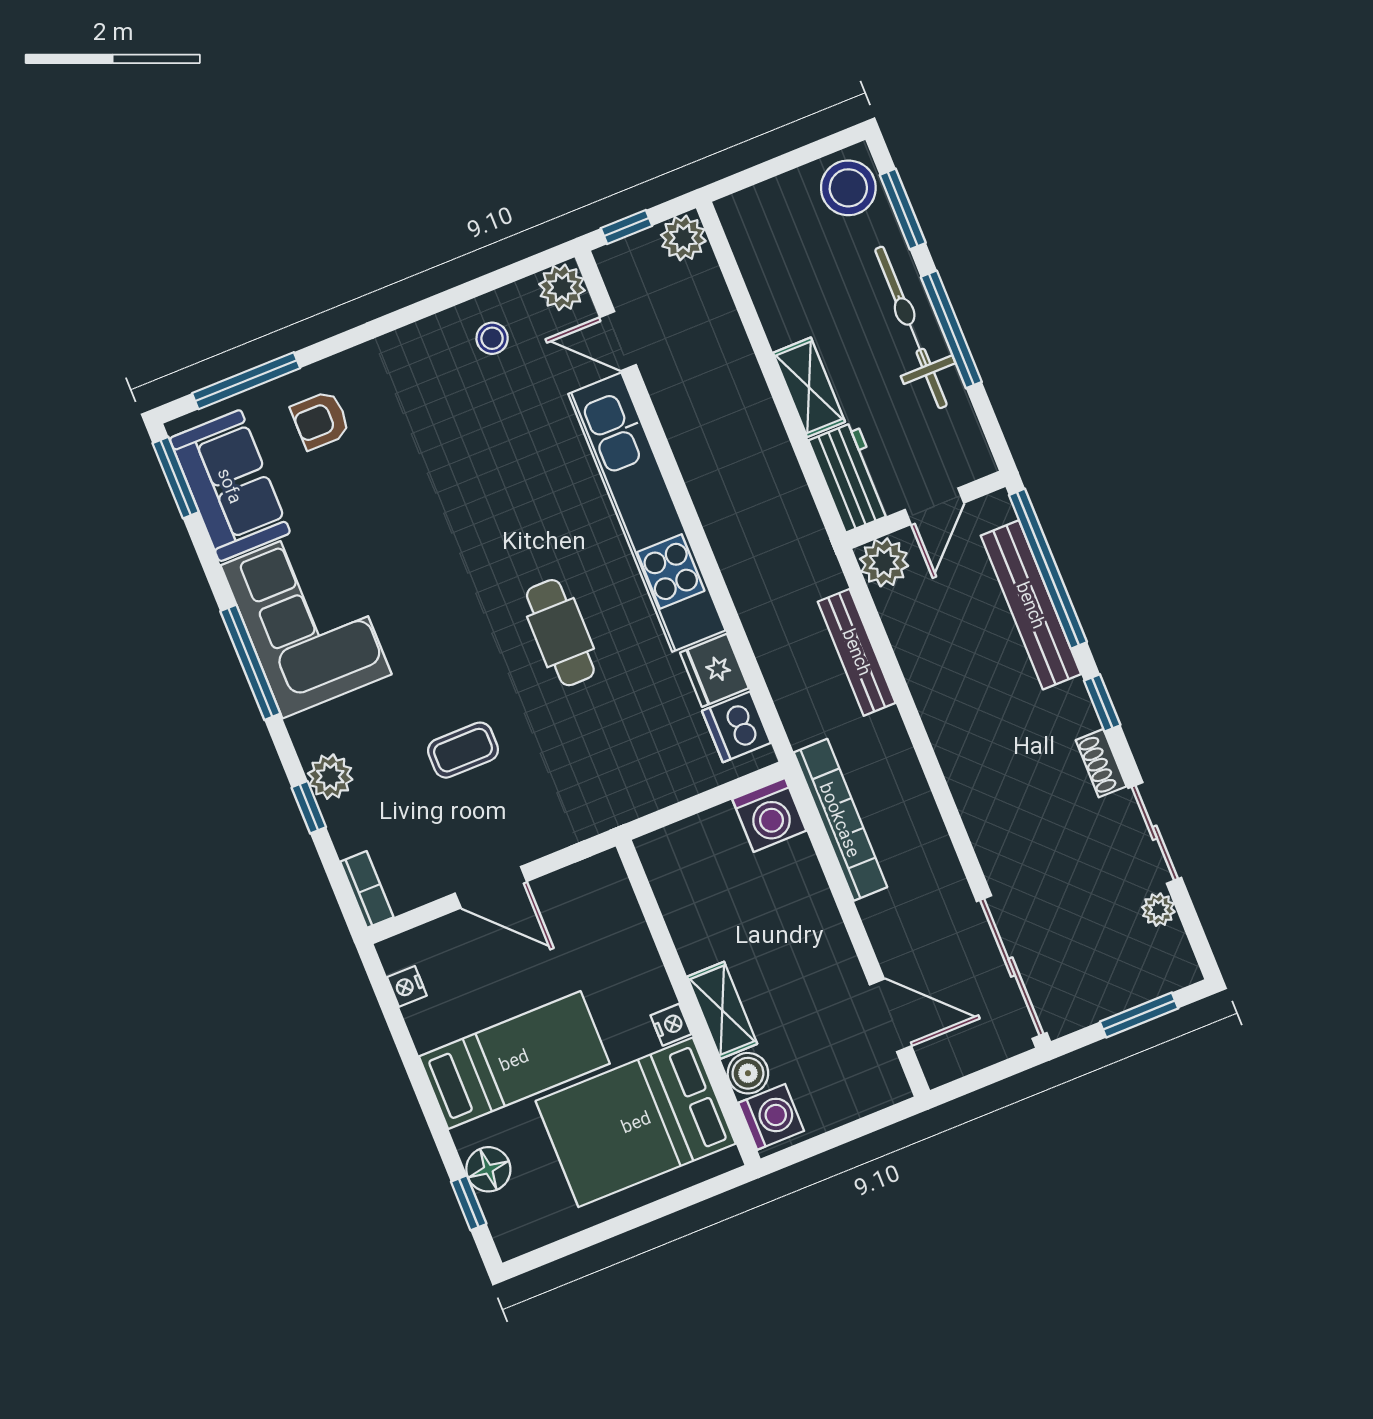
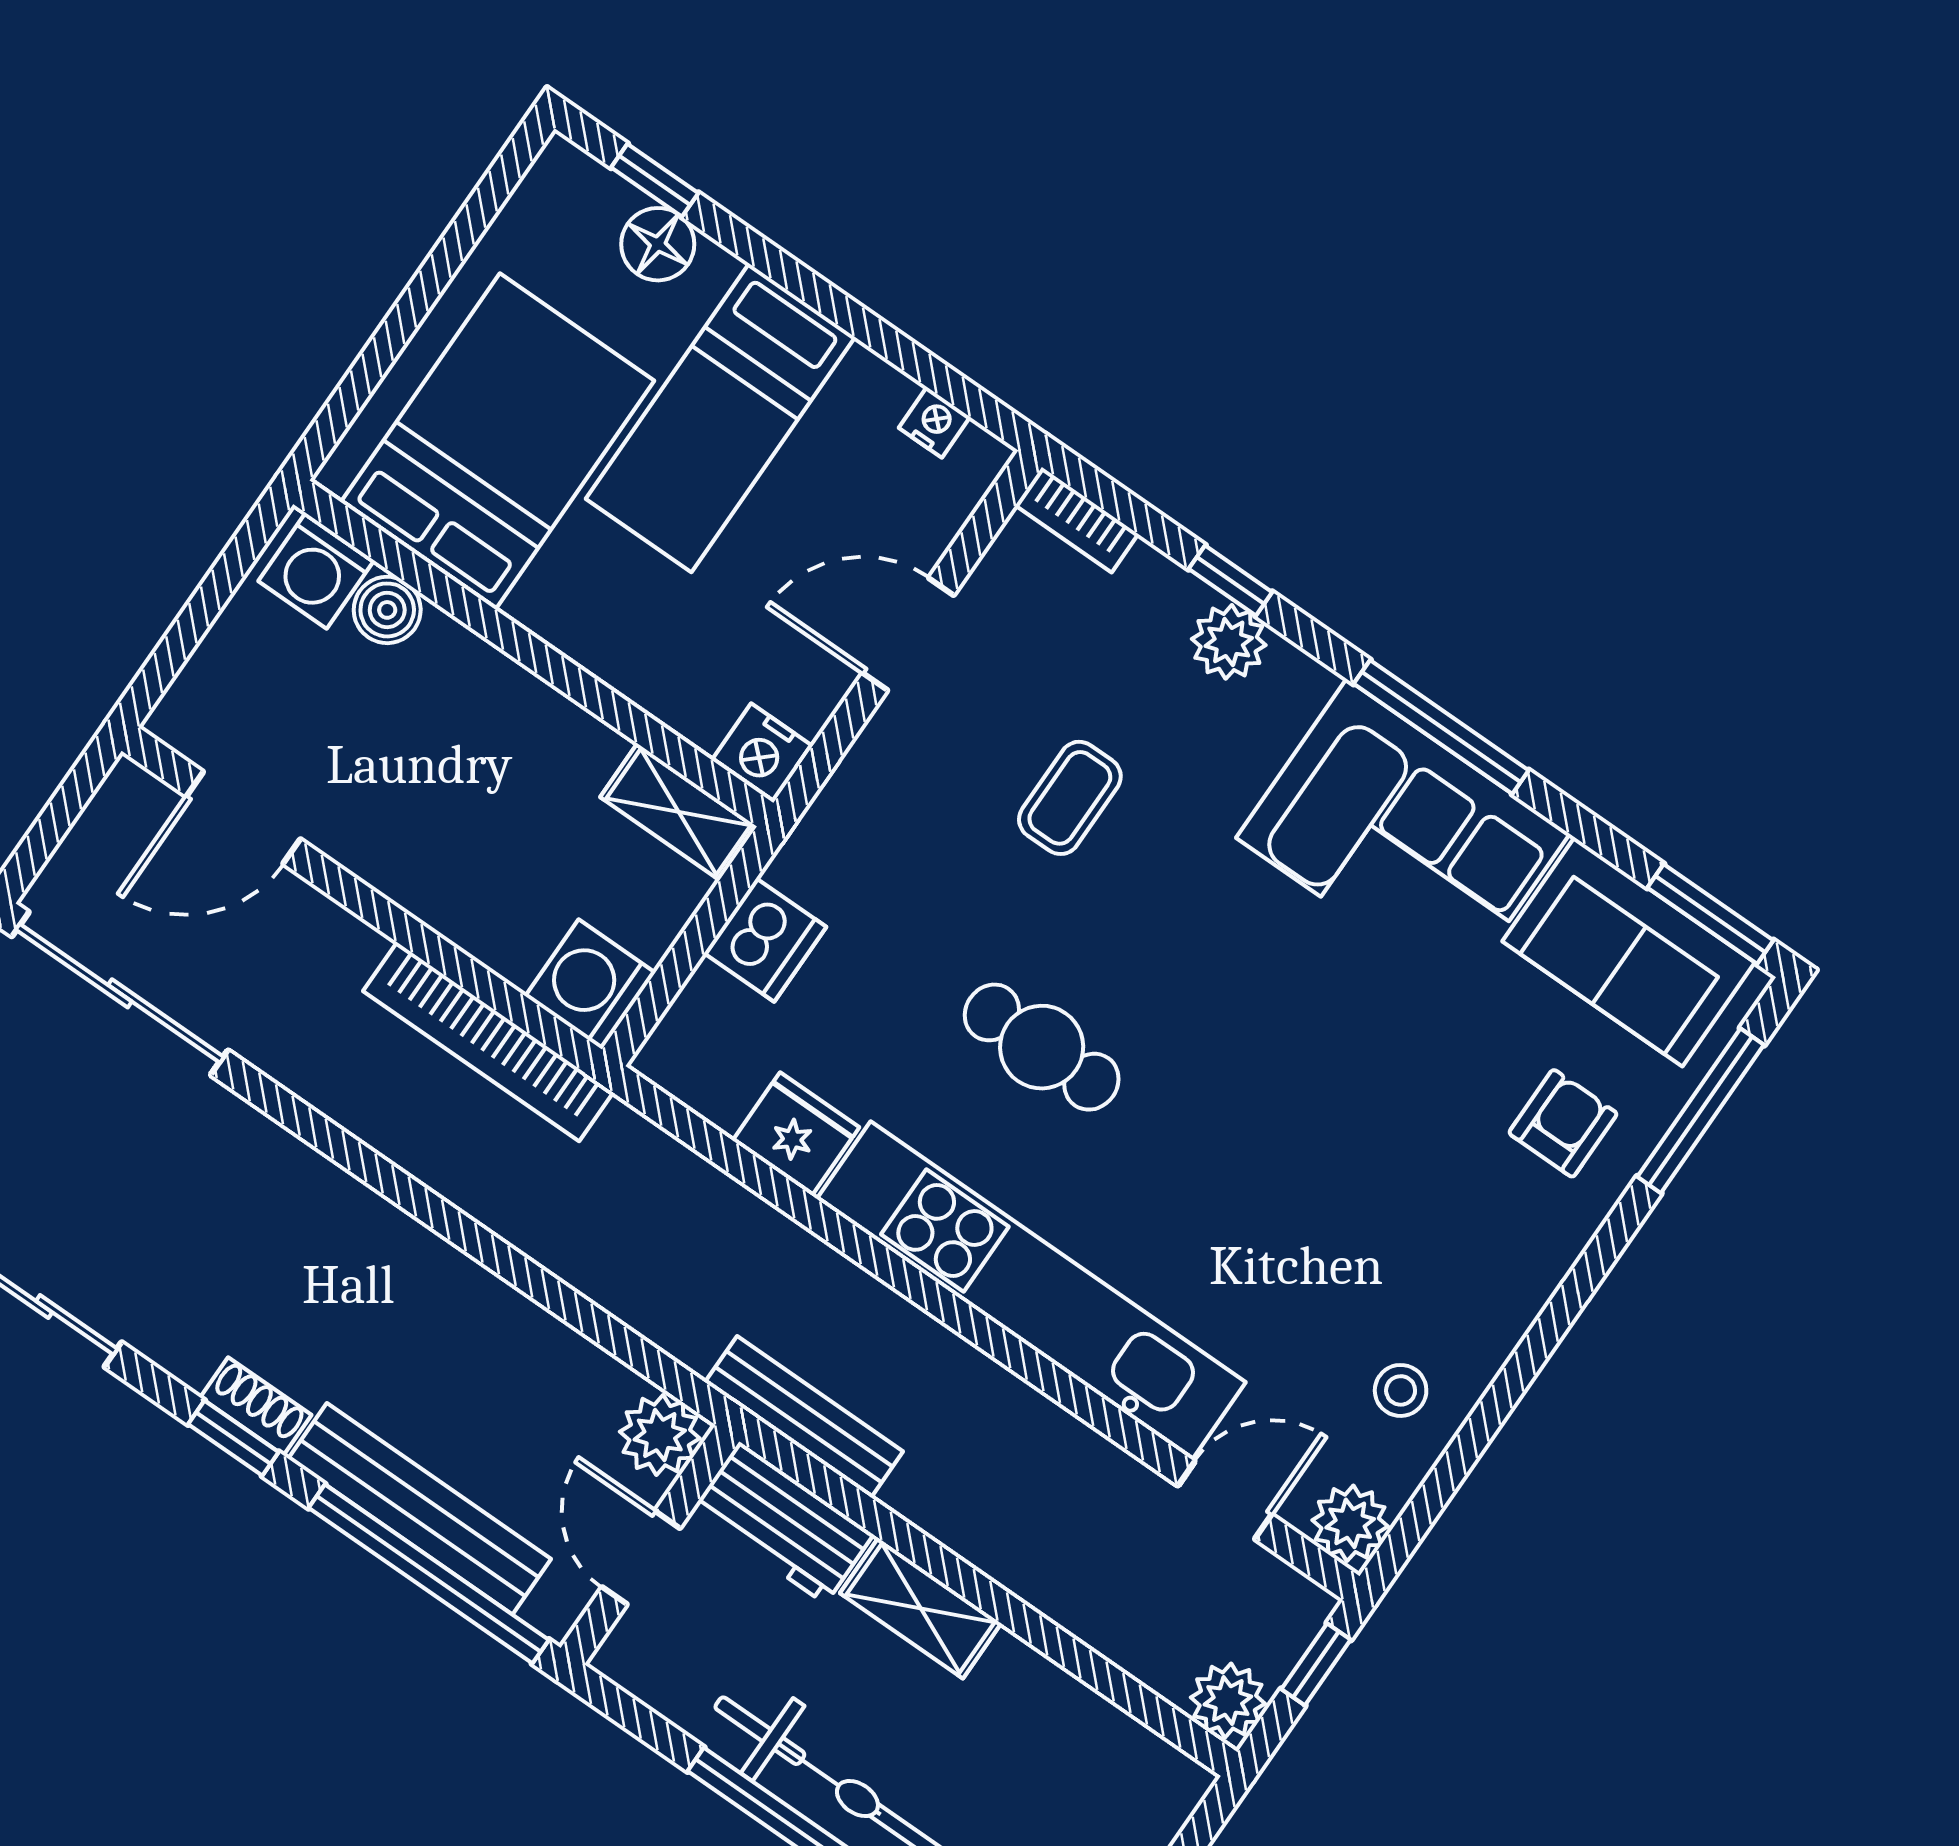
bench: (857, 652) -> (804, 1417), moved
dishwasher: (736, 727) -> (765, 940), moved, turned 90
shoe rack: (1101, 763) -> (256, 1406), moved
shelving: (722, 1010) -> (679, 812), moved
nightstand: (671, 1025) -> (762, 753), moved, width x1.39, depth x1.35

